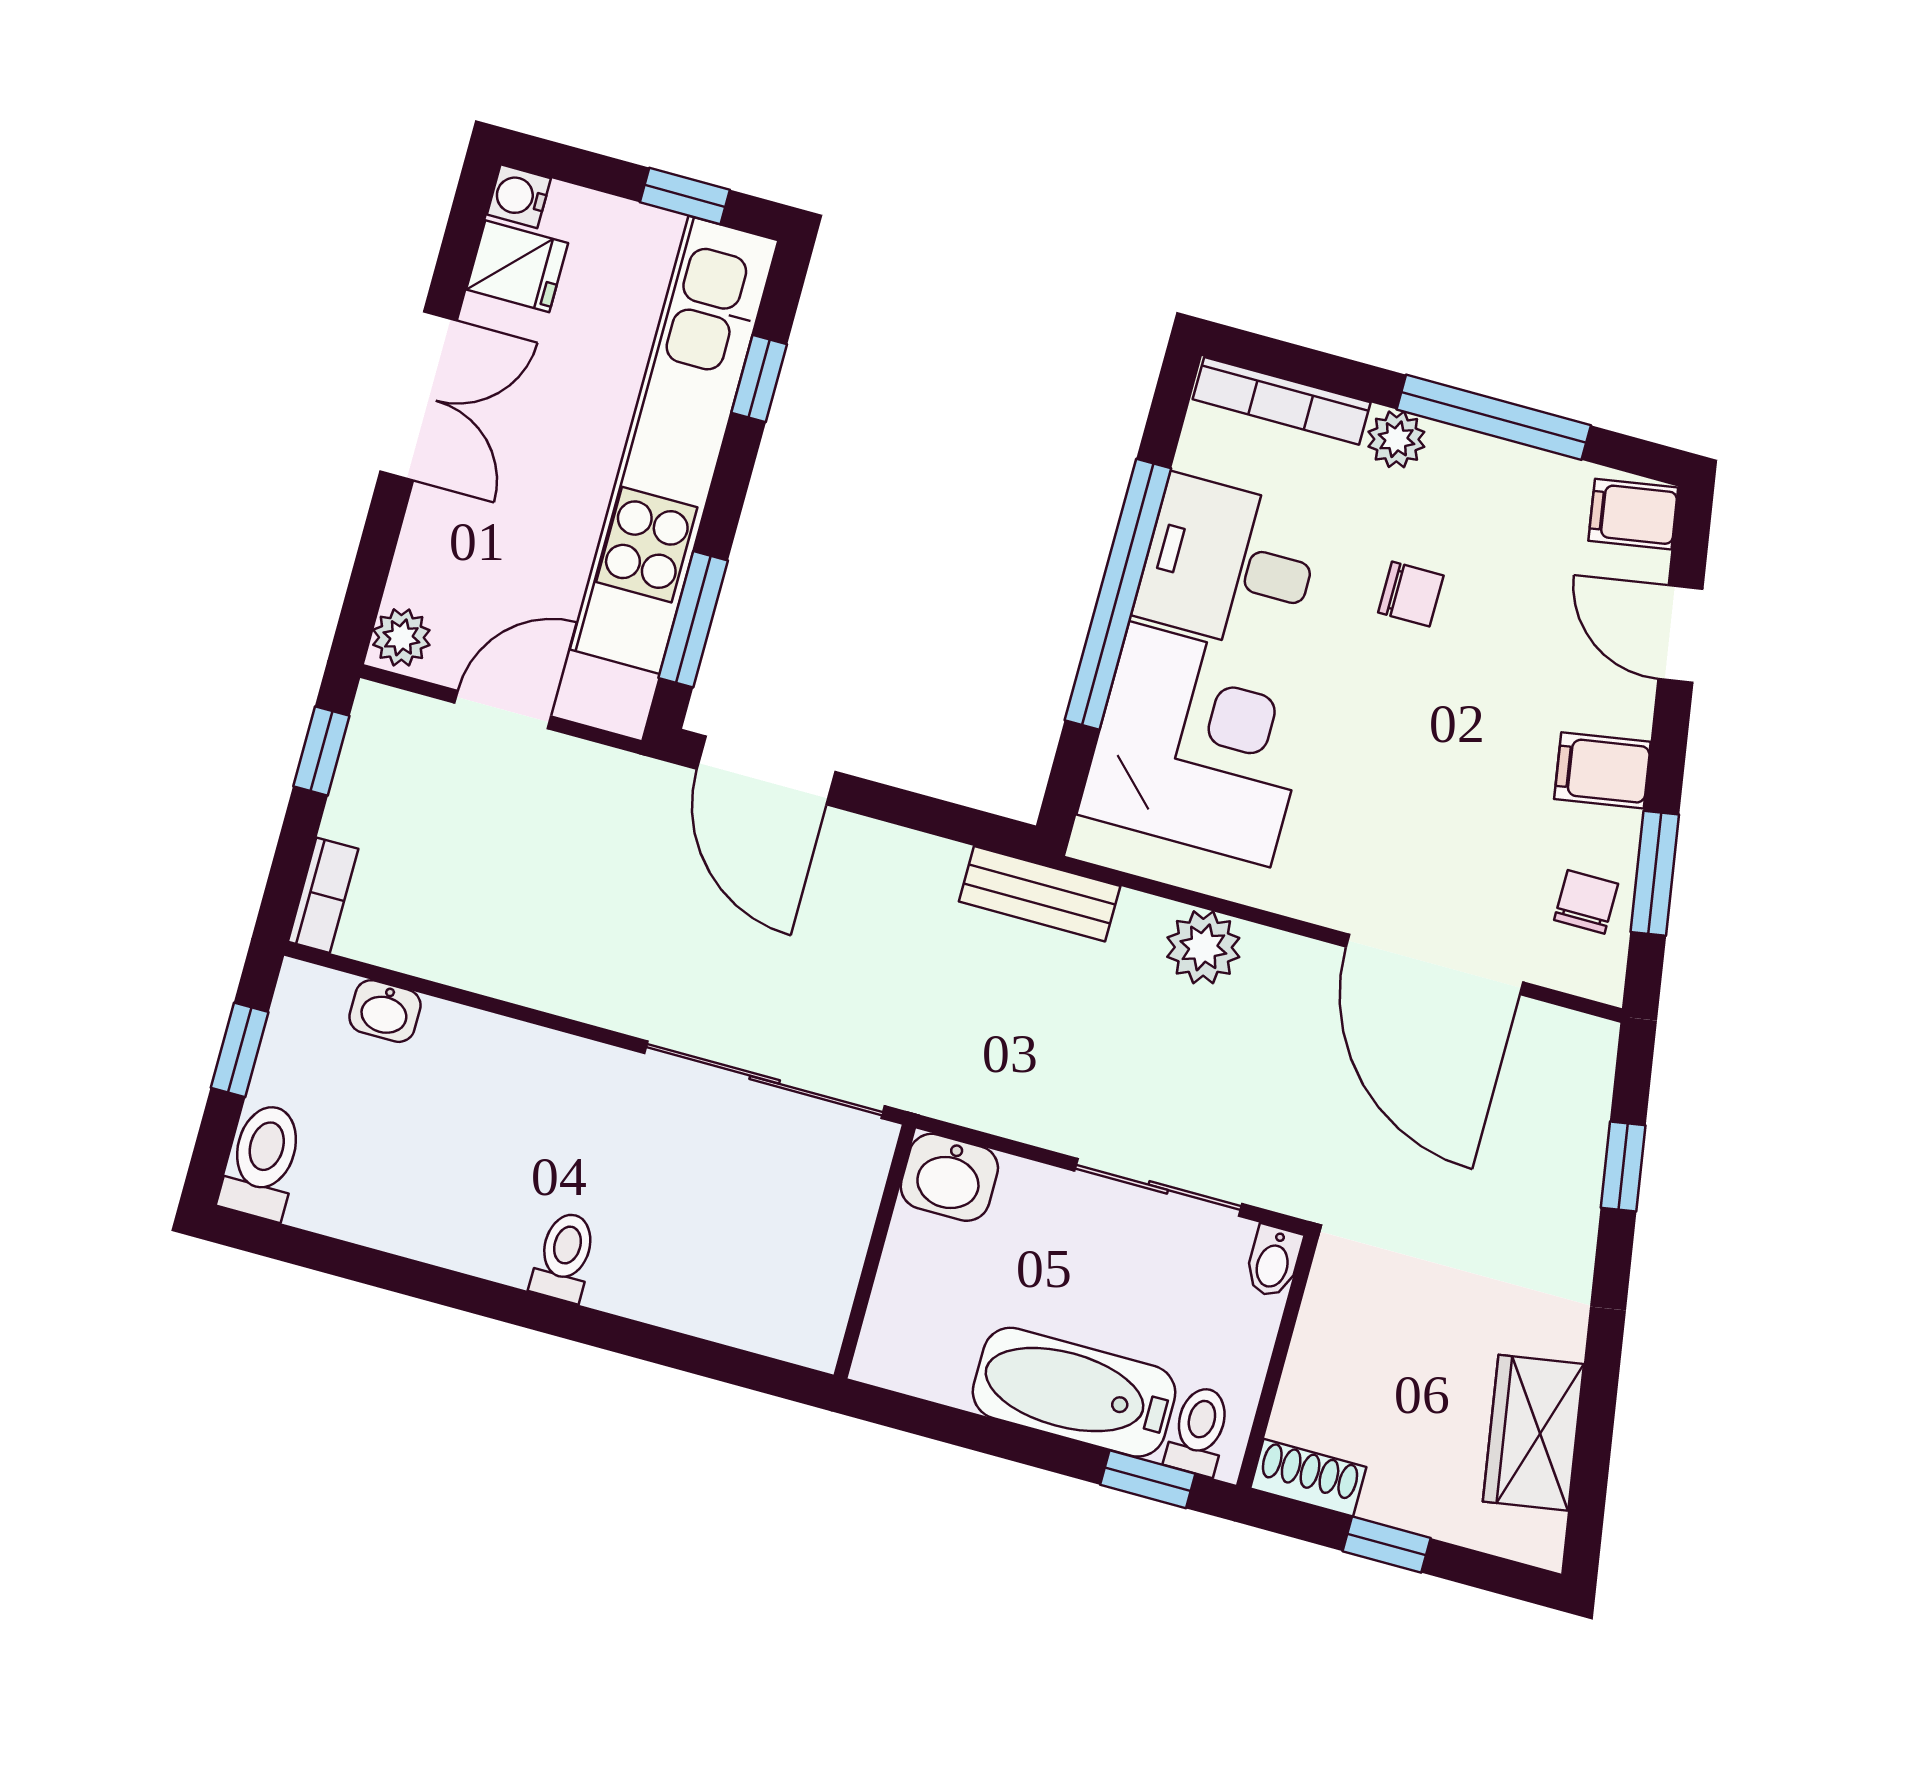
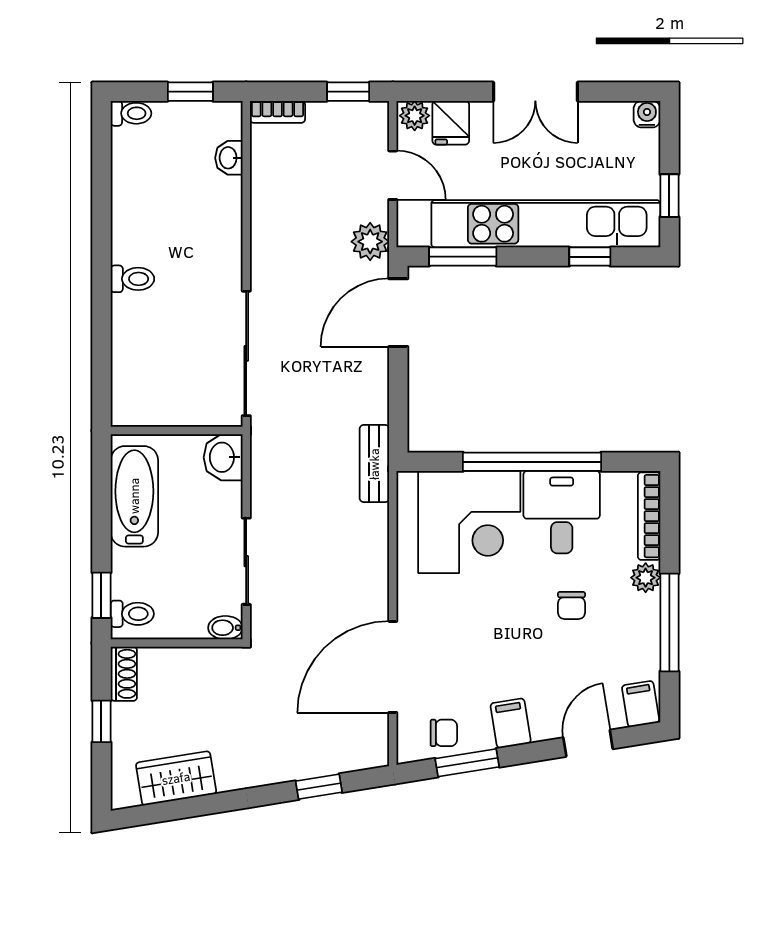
fridge: (517, 266) -> (451, 123), moved
plant: (1203, 947) -> (370, 242), moved
toilet: (263, 1161) -> (131, 113), width x0.73, depth x0.72
bathtub: (1074, 1392) -> (134, 496), moved

